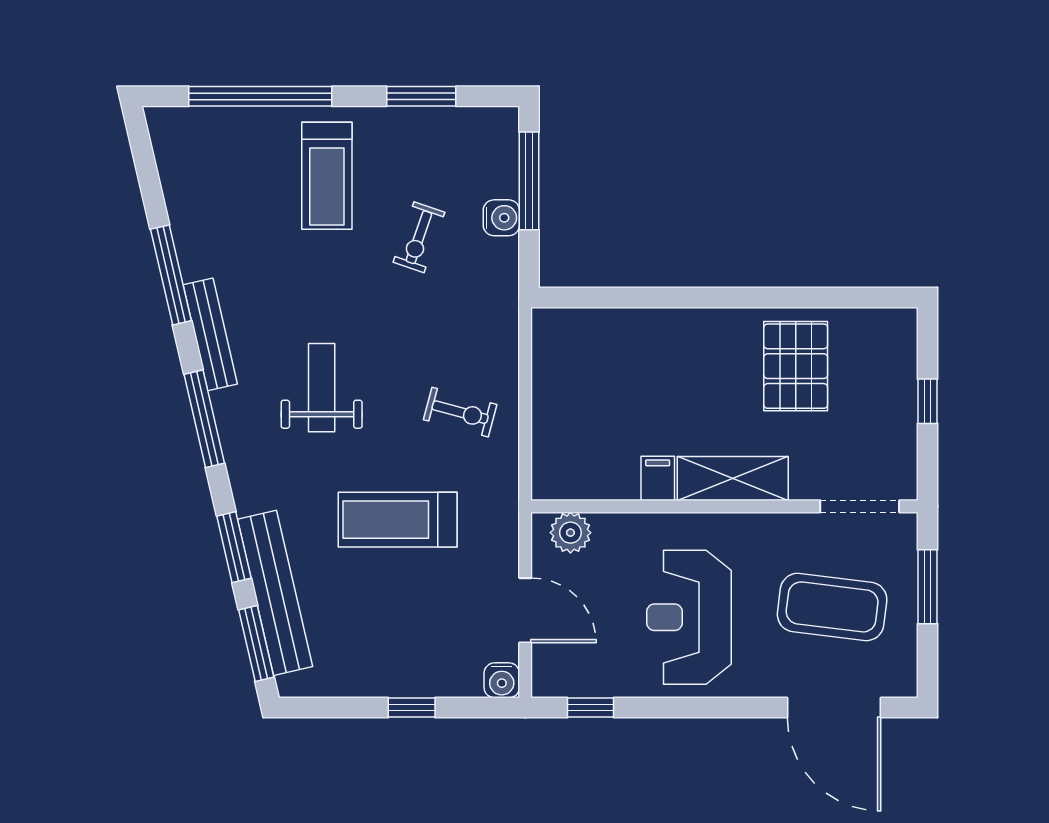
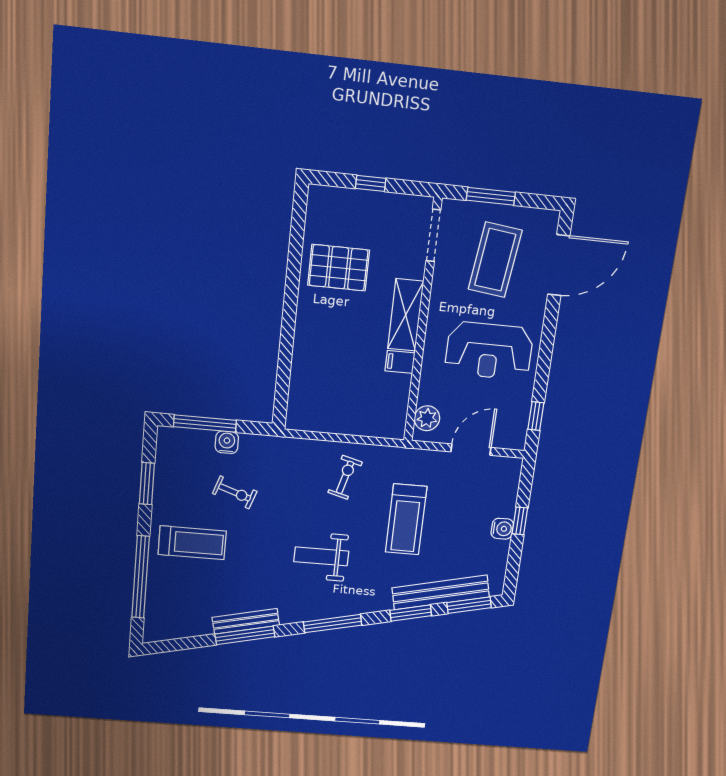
bench: (210, 334) -> (246, 621), moved
water cooler: (502, 680) -> (502, 529), moved

